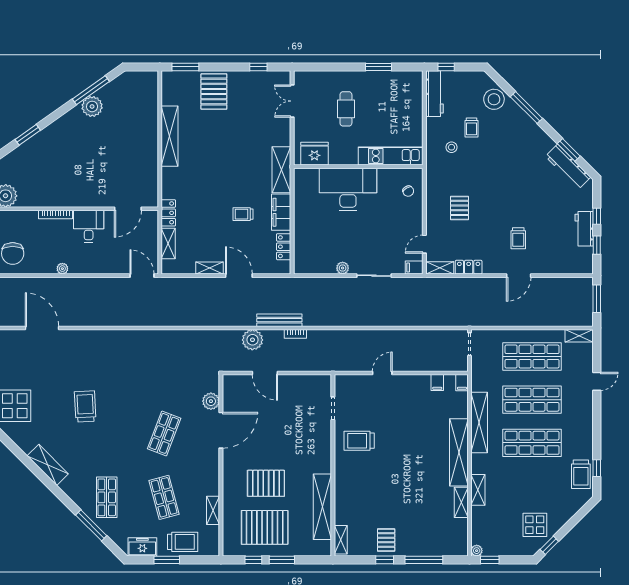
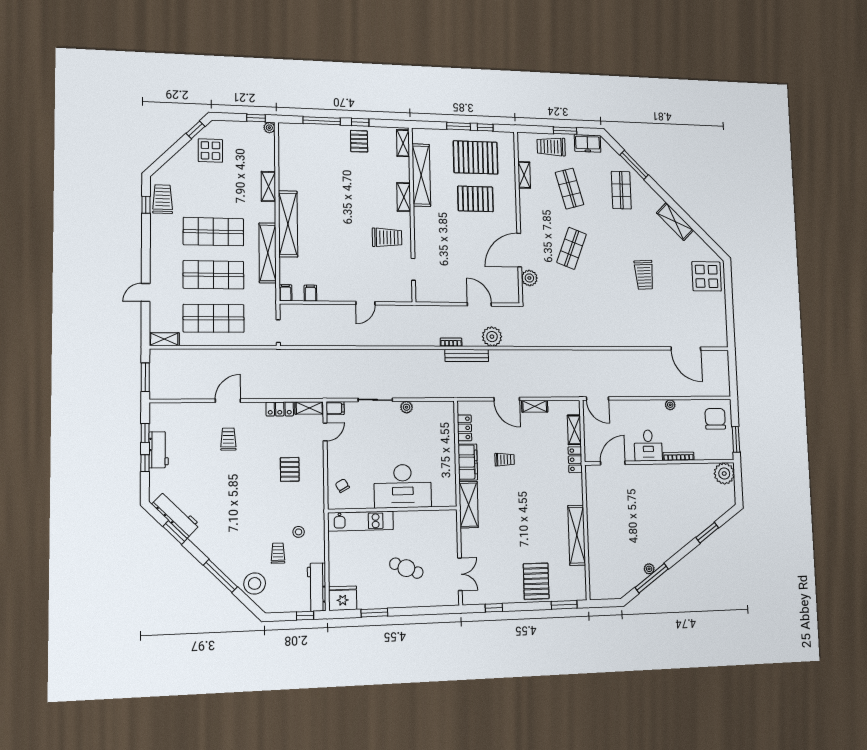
plant: (92, 106) -> (649, 569), width x0.53, depth x0.53
cafe table: (346, 109) -> (406, 568), turned -67
fridge: (314, 154) -> (343, 598), moved, turned 180
shelving: (461, 502) -> (404, 197), moved

